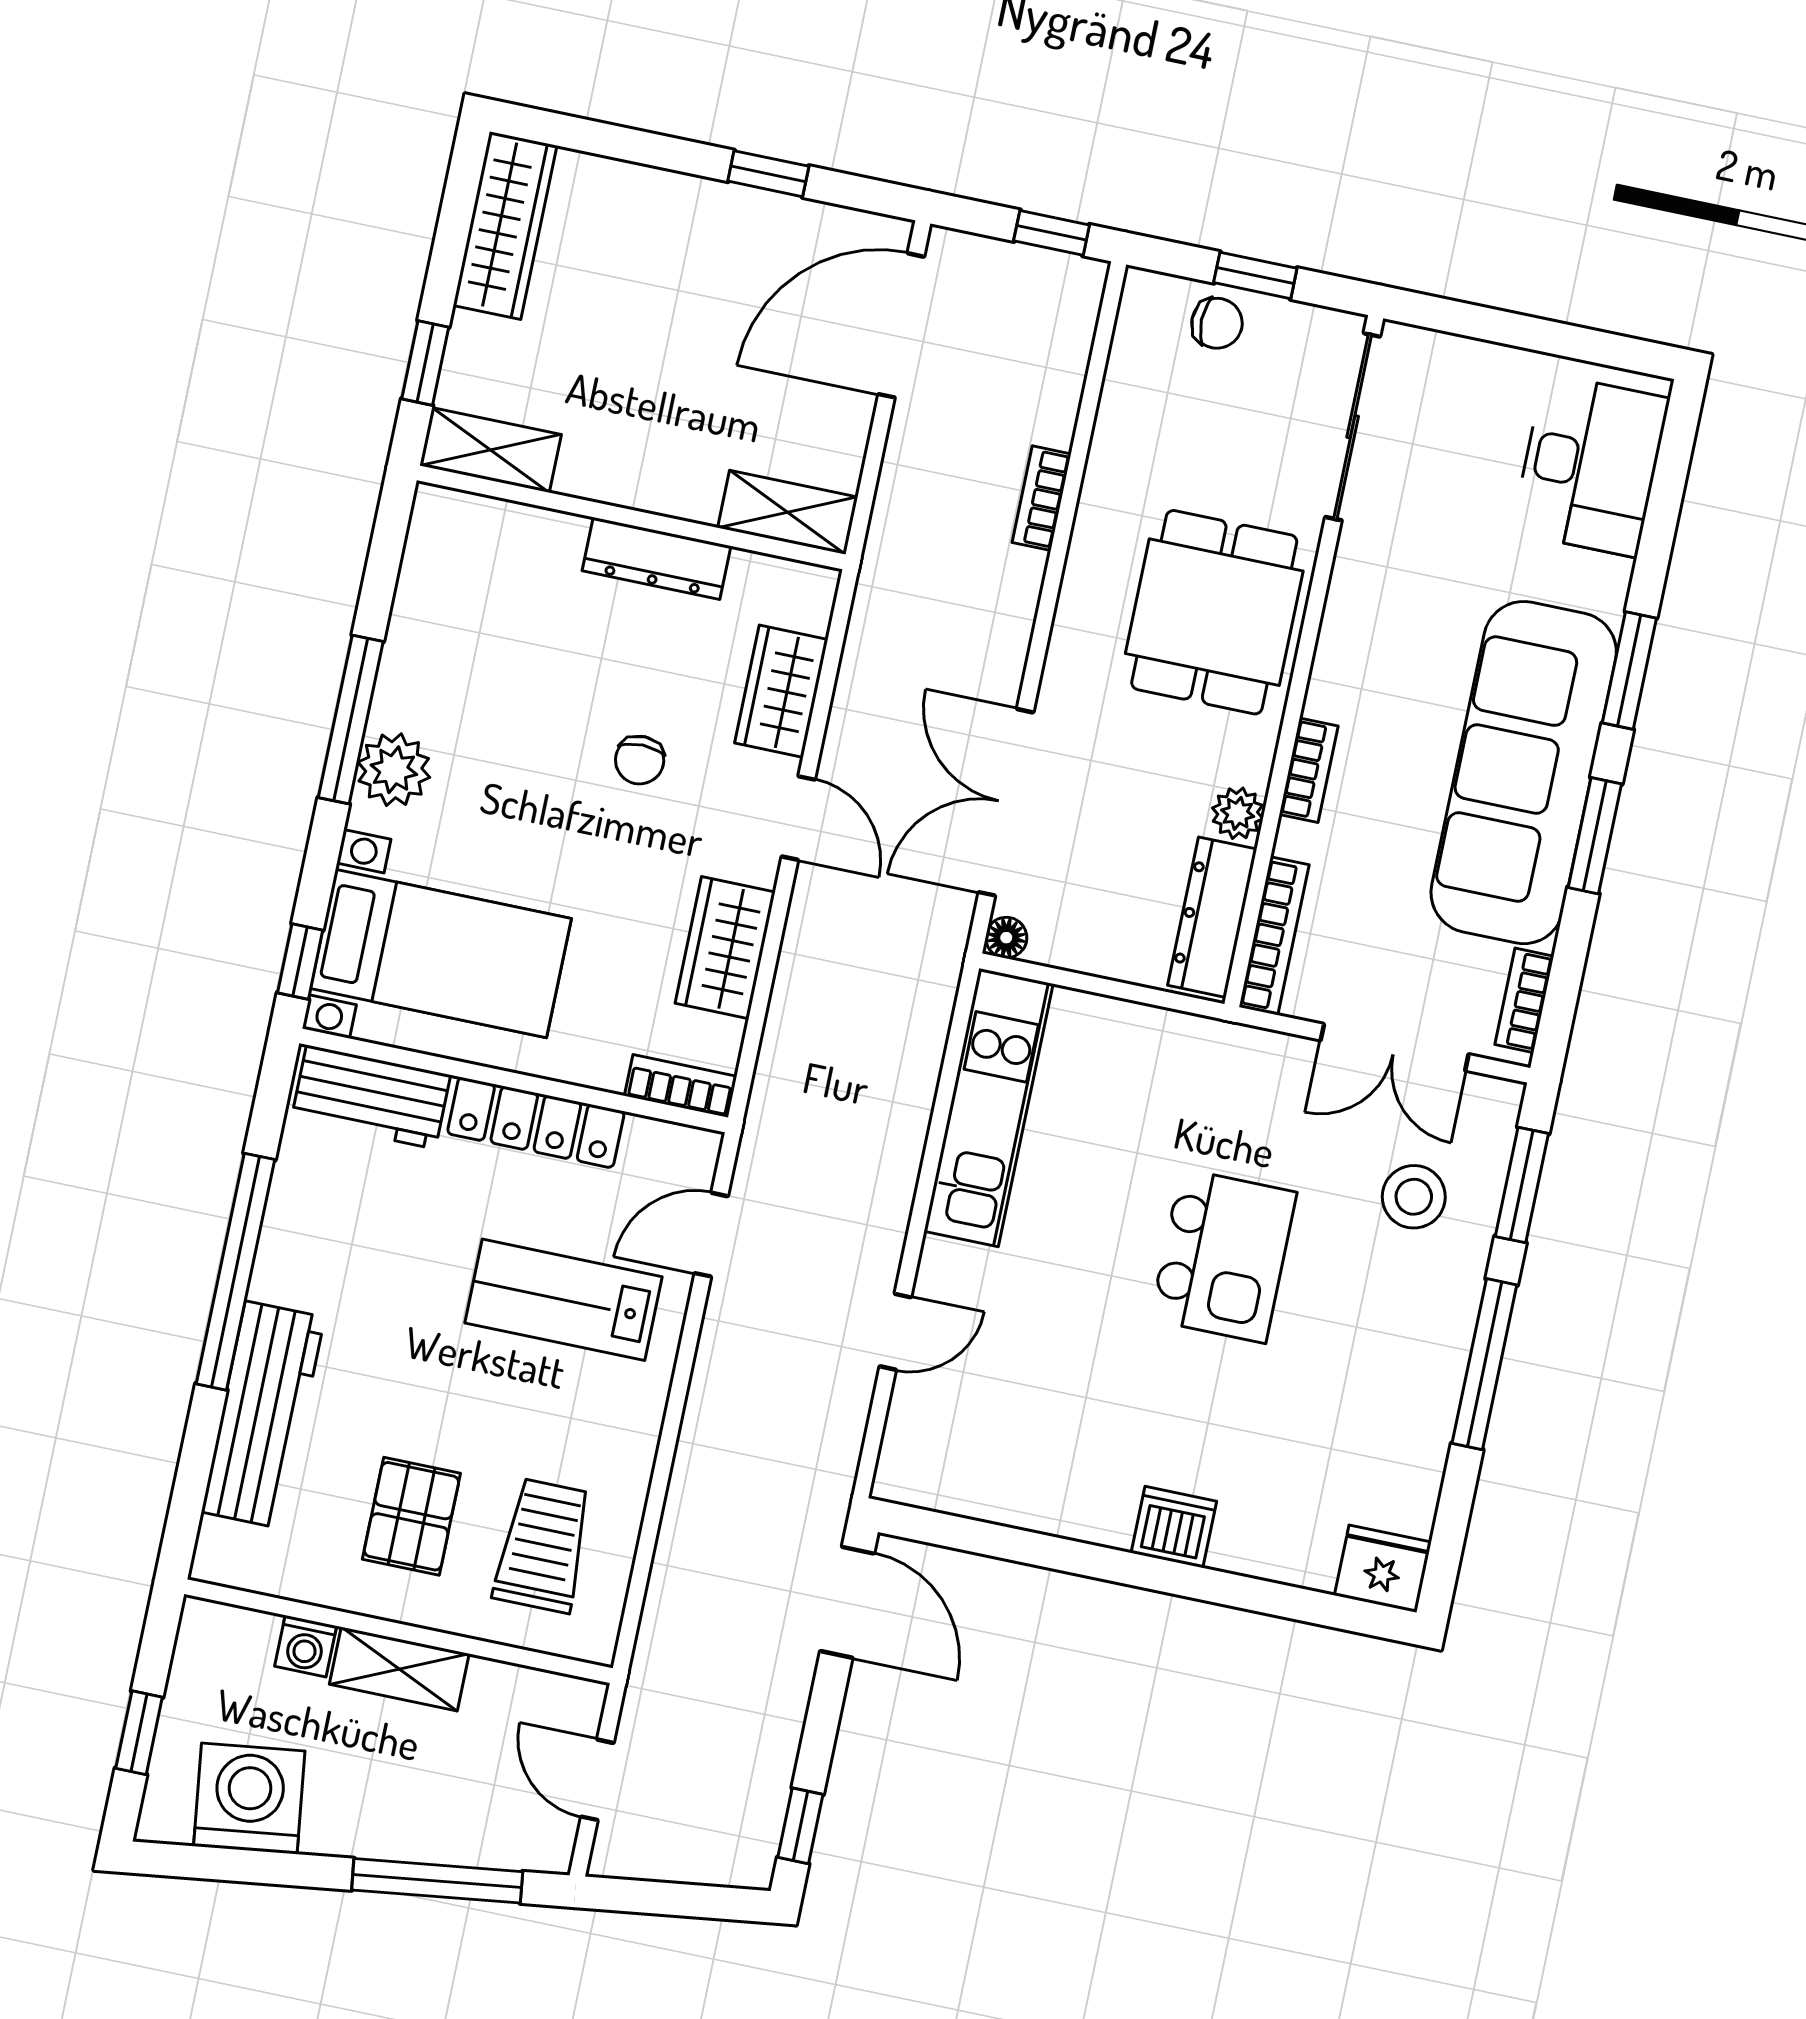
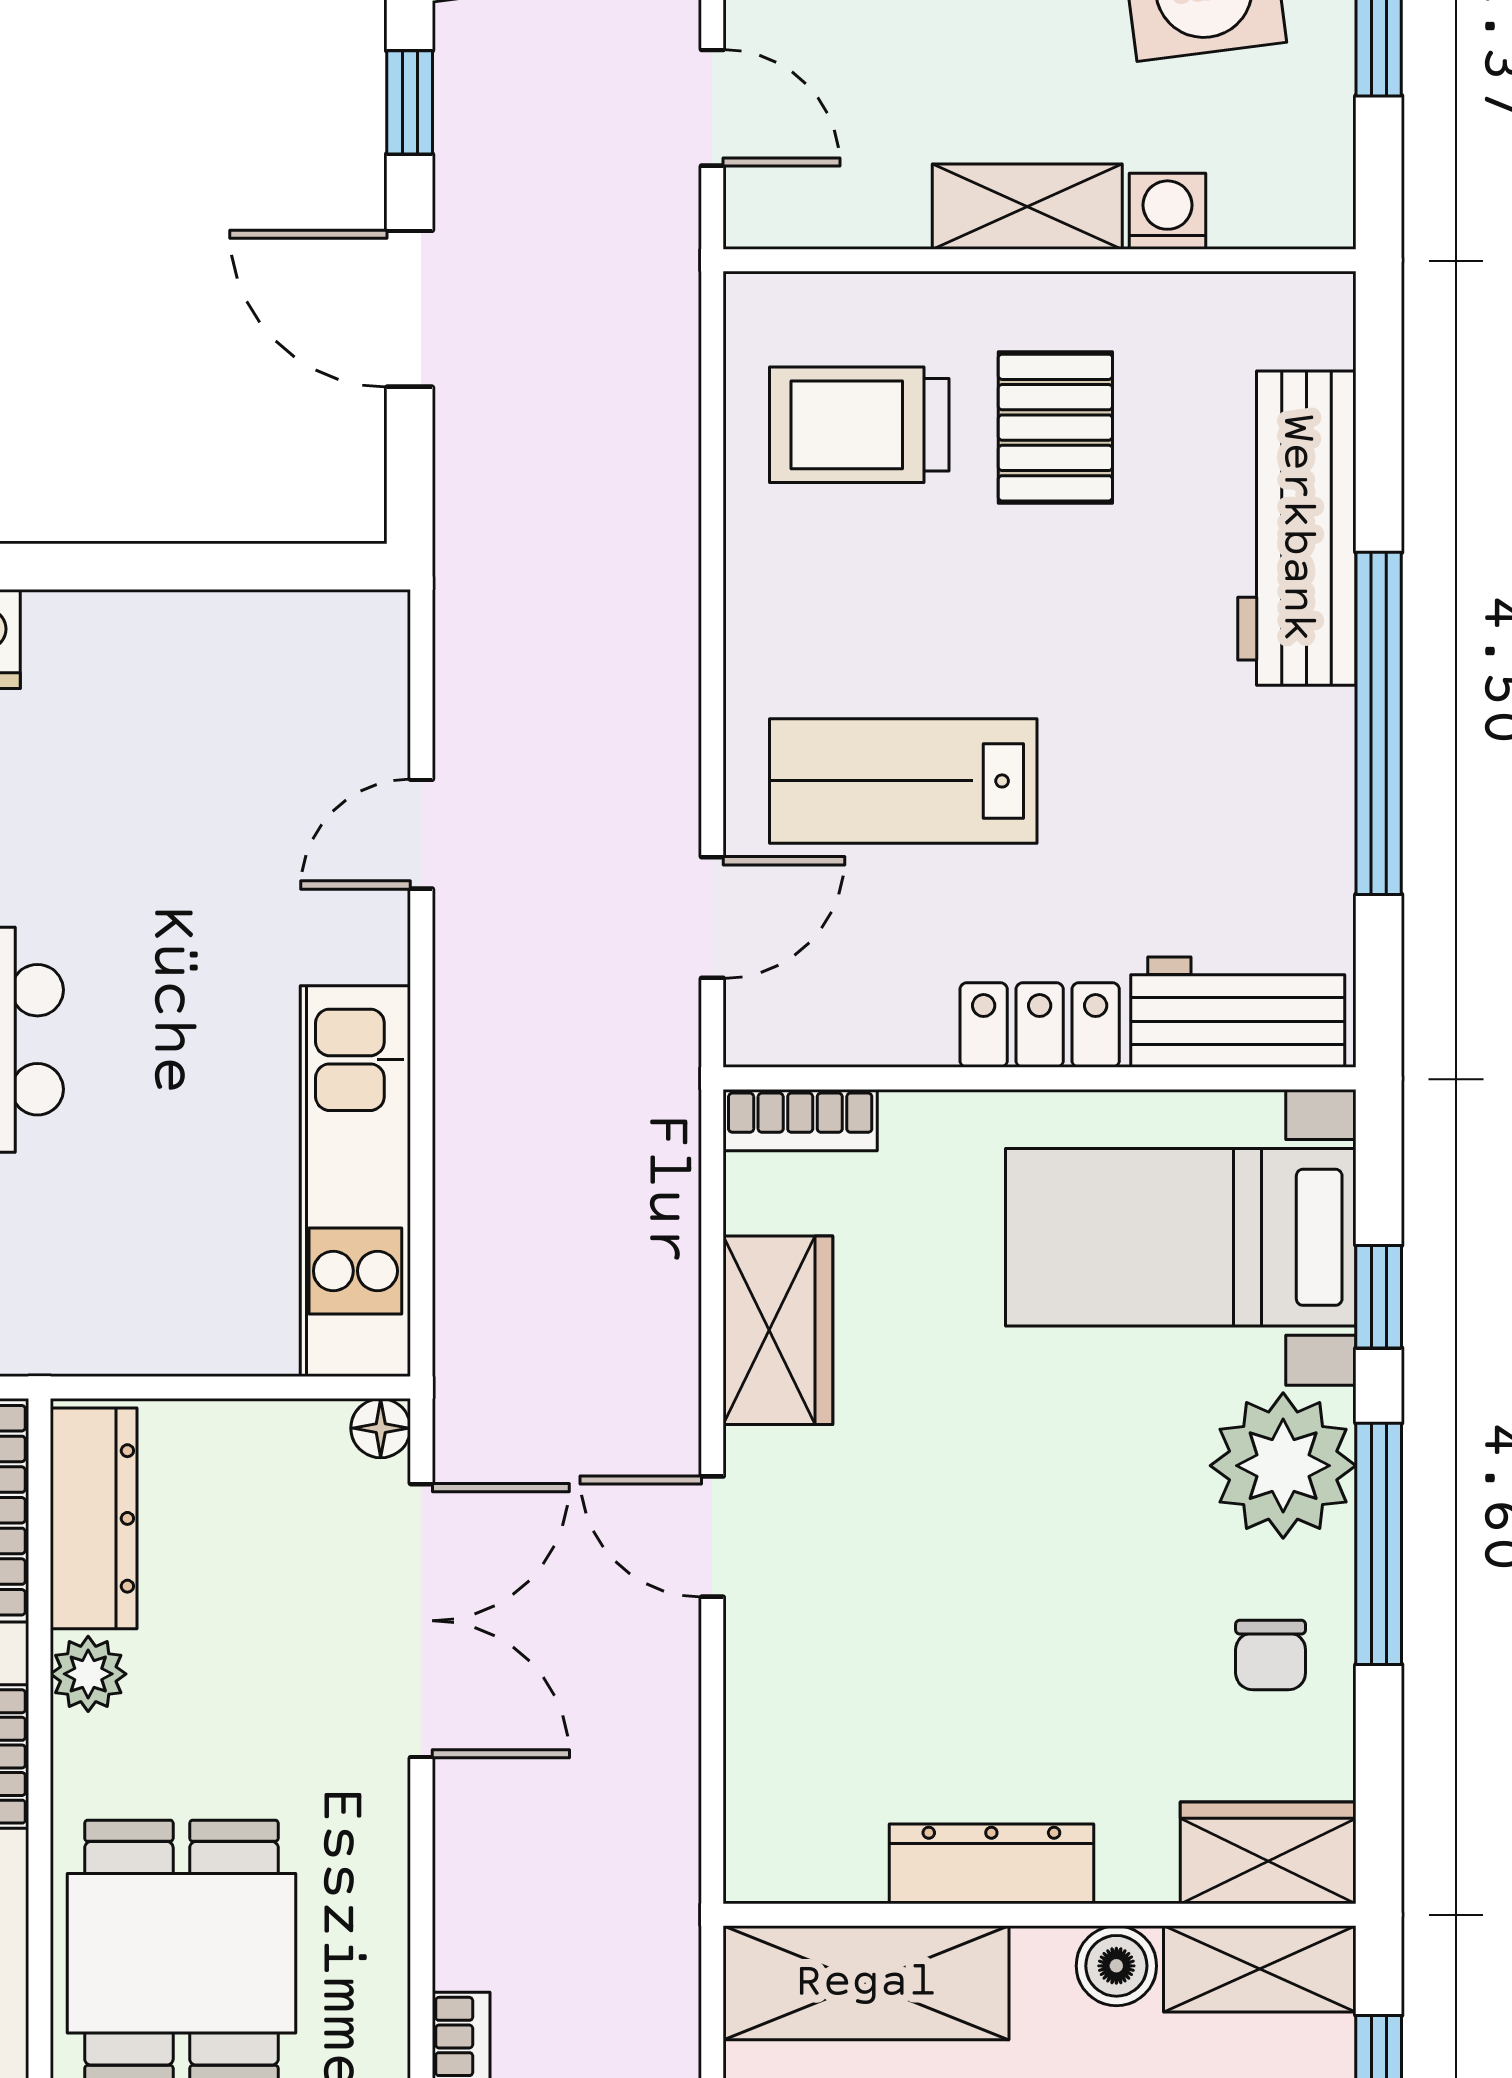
boiler: (587, 472) -> (1116, 1966), added
shelving: (788, 512) -> (866, 1983), width x1.50, depth x1.33
wardrobe: (781, 691) -> (1268, 1853), moved, turned -90
chair: (640, 760) -> (1271, 1655), moved, turned 180
plant: (394, 770) -> (1283, 1466), width x1.36, depth x1.36
window: (300, 961) -> (1379, 1297), moved
locker: (536, 1123) -> (1040, 1025), width x0.66
lab bench: (564, 1300) -> (903, 781), turned 180
trolley: (543, 1546) -> (859, 425), turned 90
door: (847, 1602) -> (410, 309), moved

